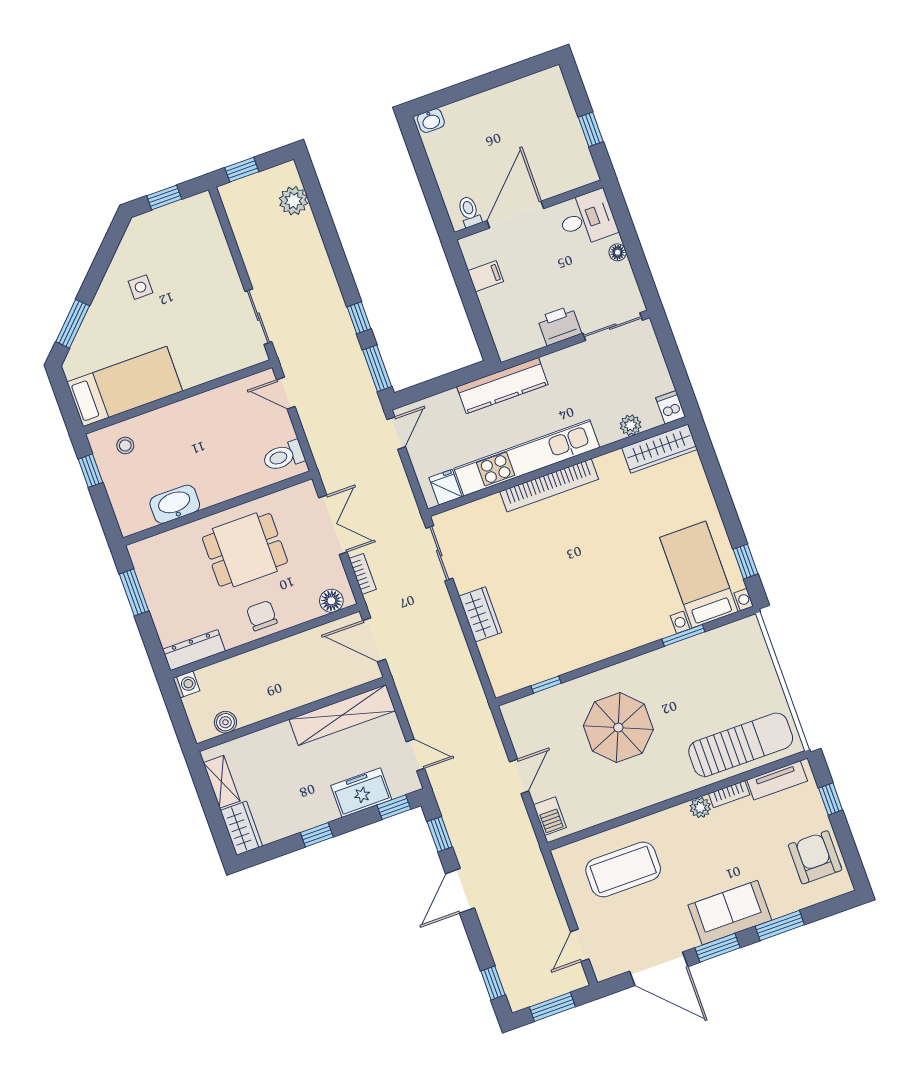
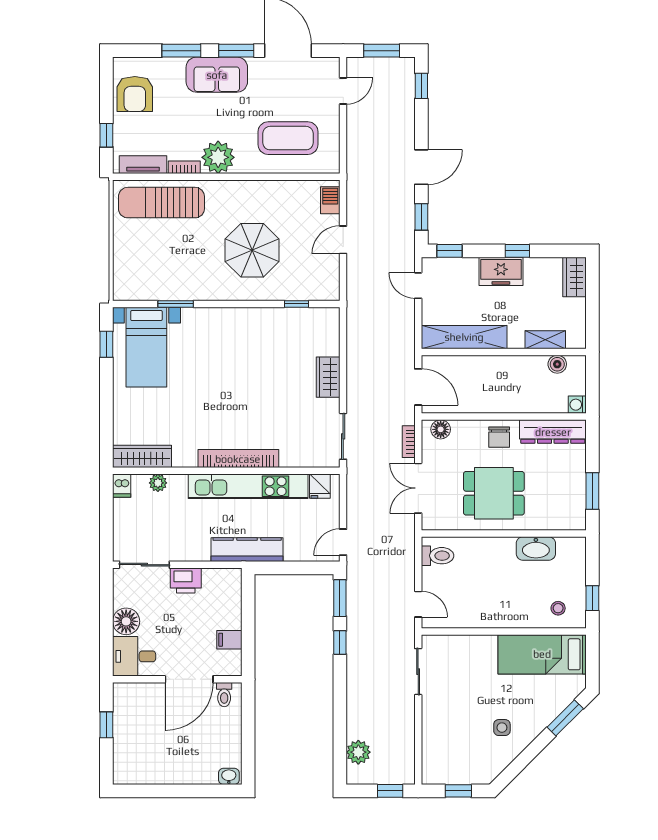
floor lamp: (618, 252) -> (126, 621), width x1.89, depth x1.89
dresser: (194, 650) -> (553, 432), width x1.37, depth x1.24
shelving: (222, 782) -> (545, 340), moved, turned 90
freezer: (361, 793) -> (501, 271), moved
plant: (700, 808) -> (218, 157), width x1.88, depth x1.88

